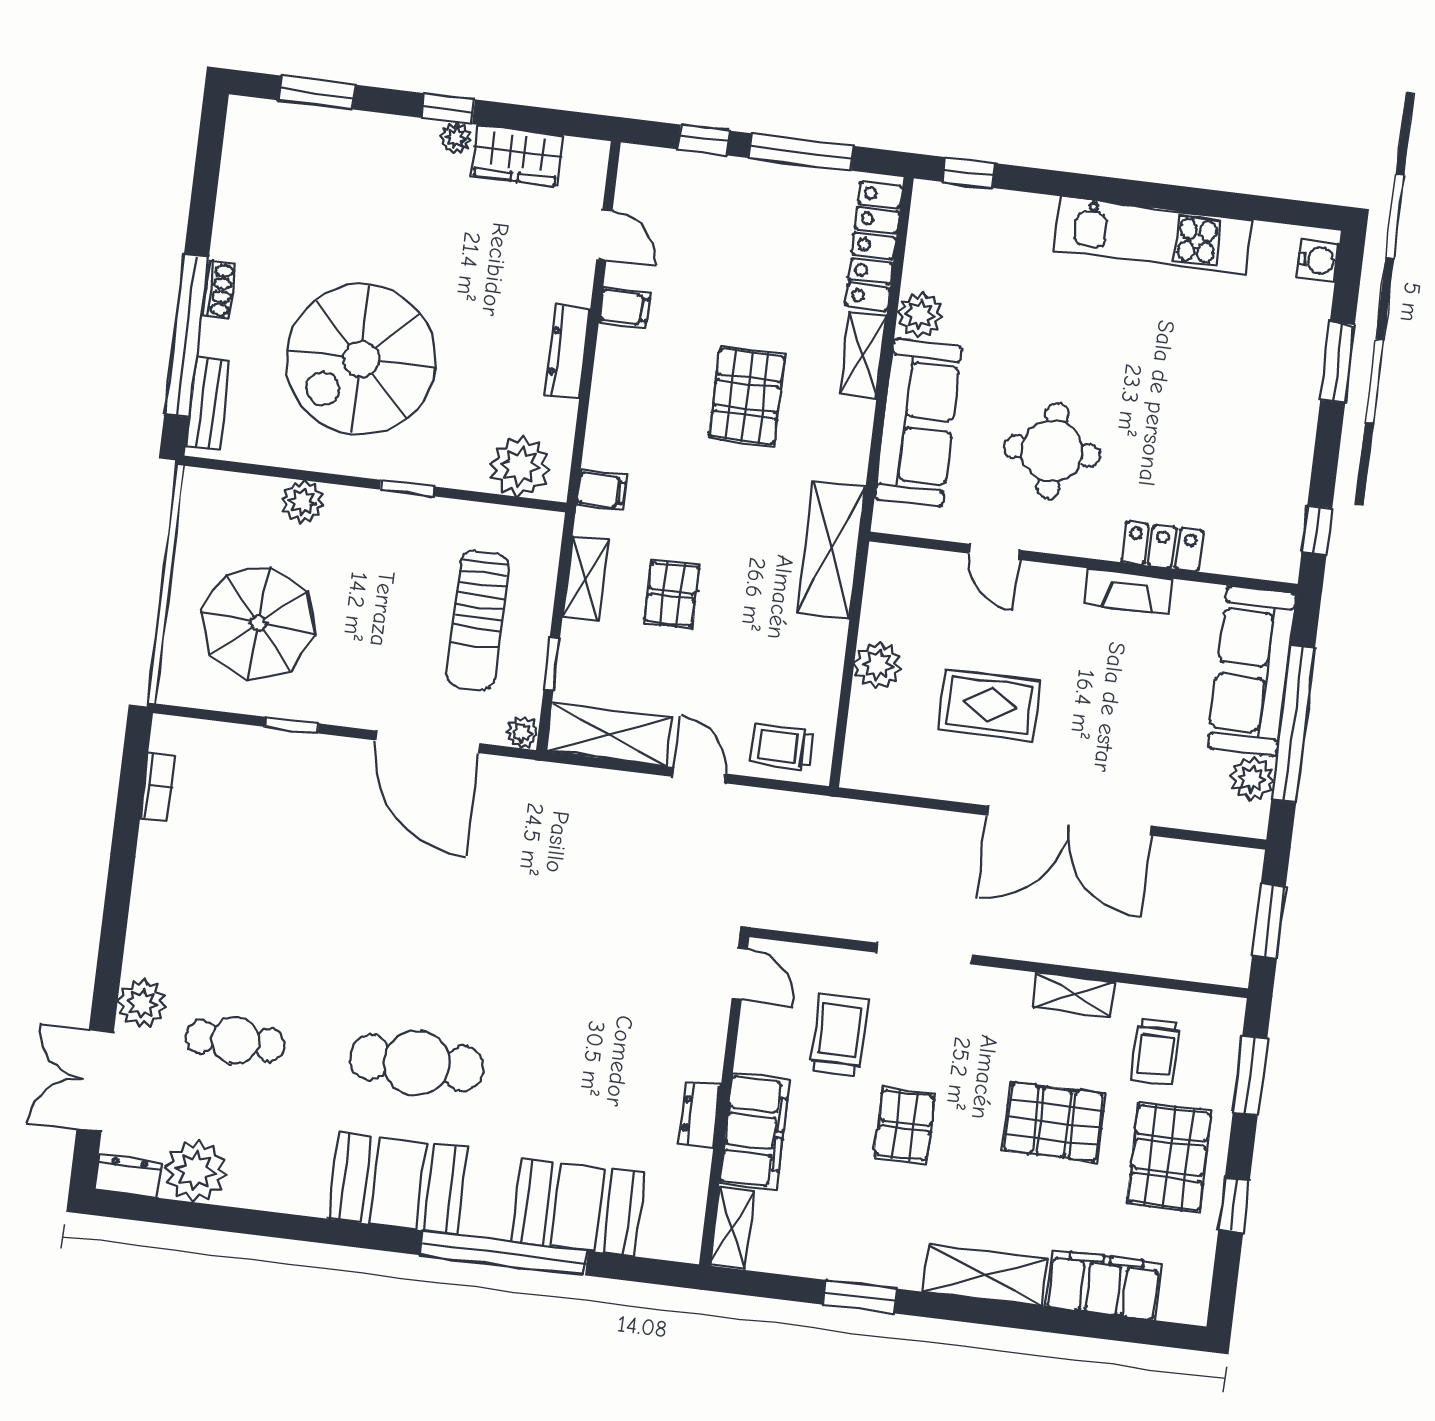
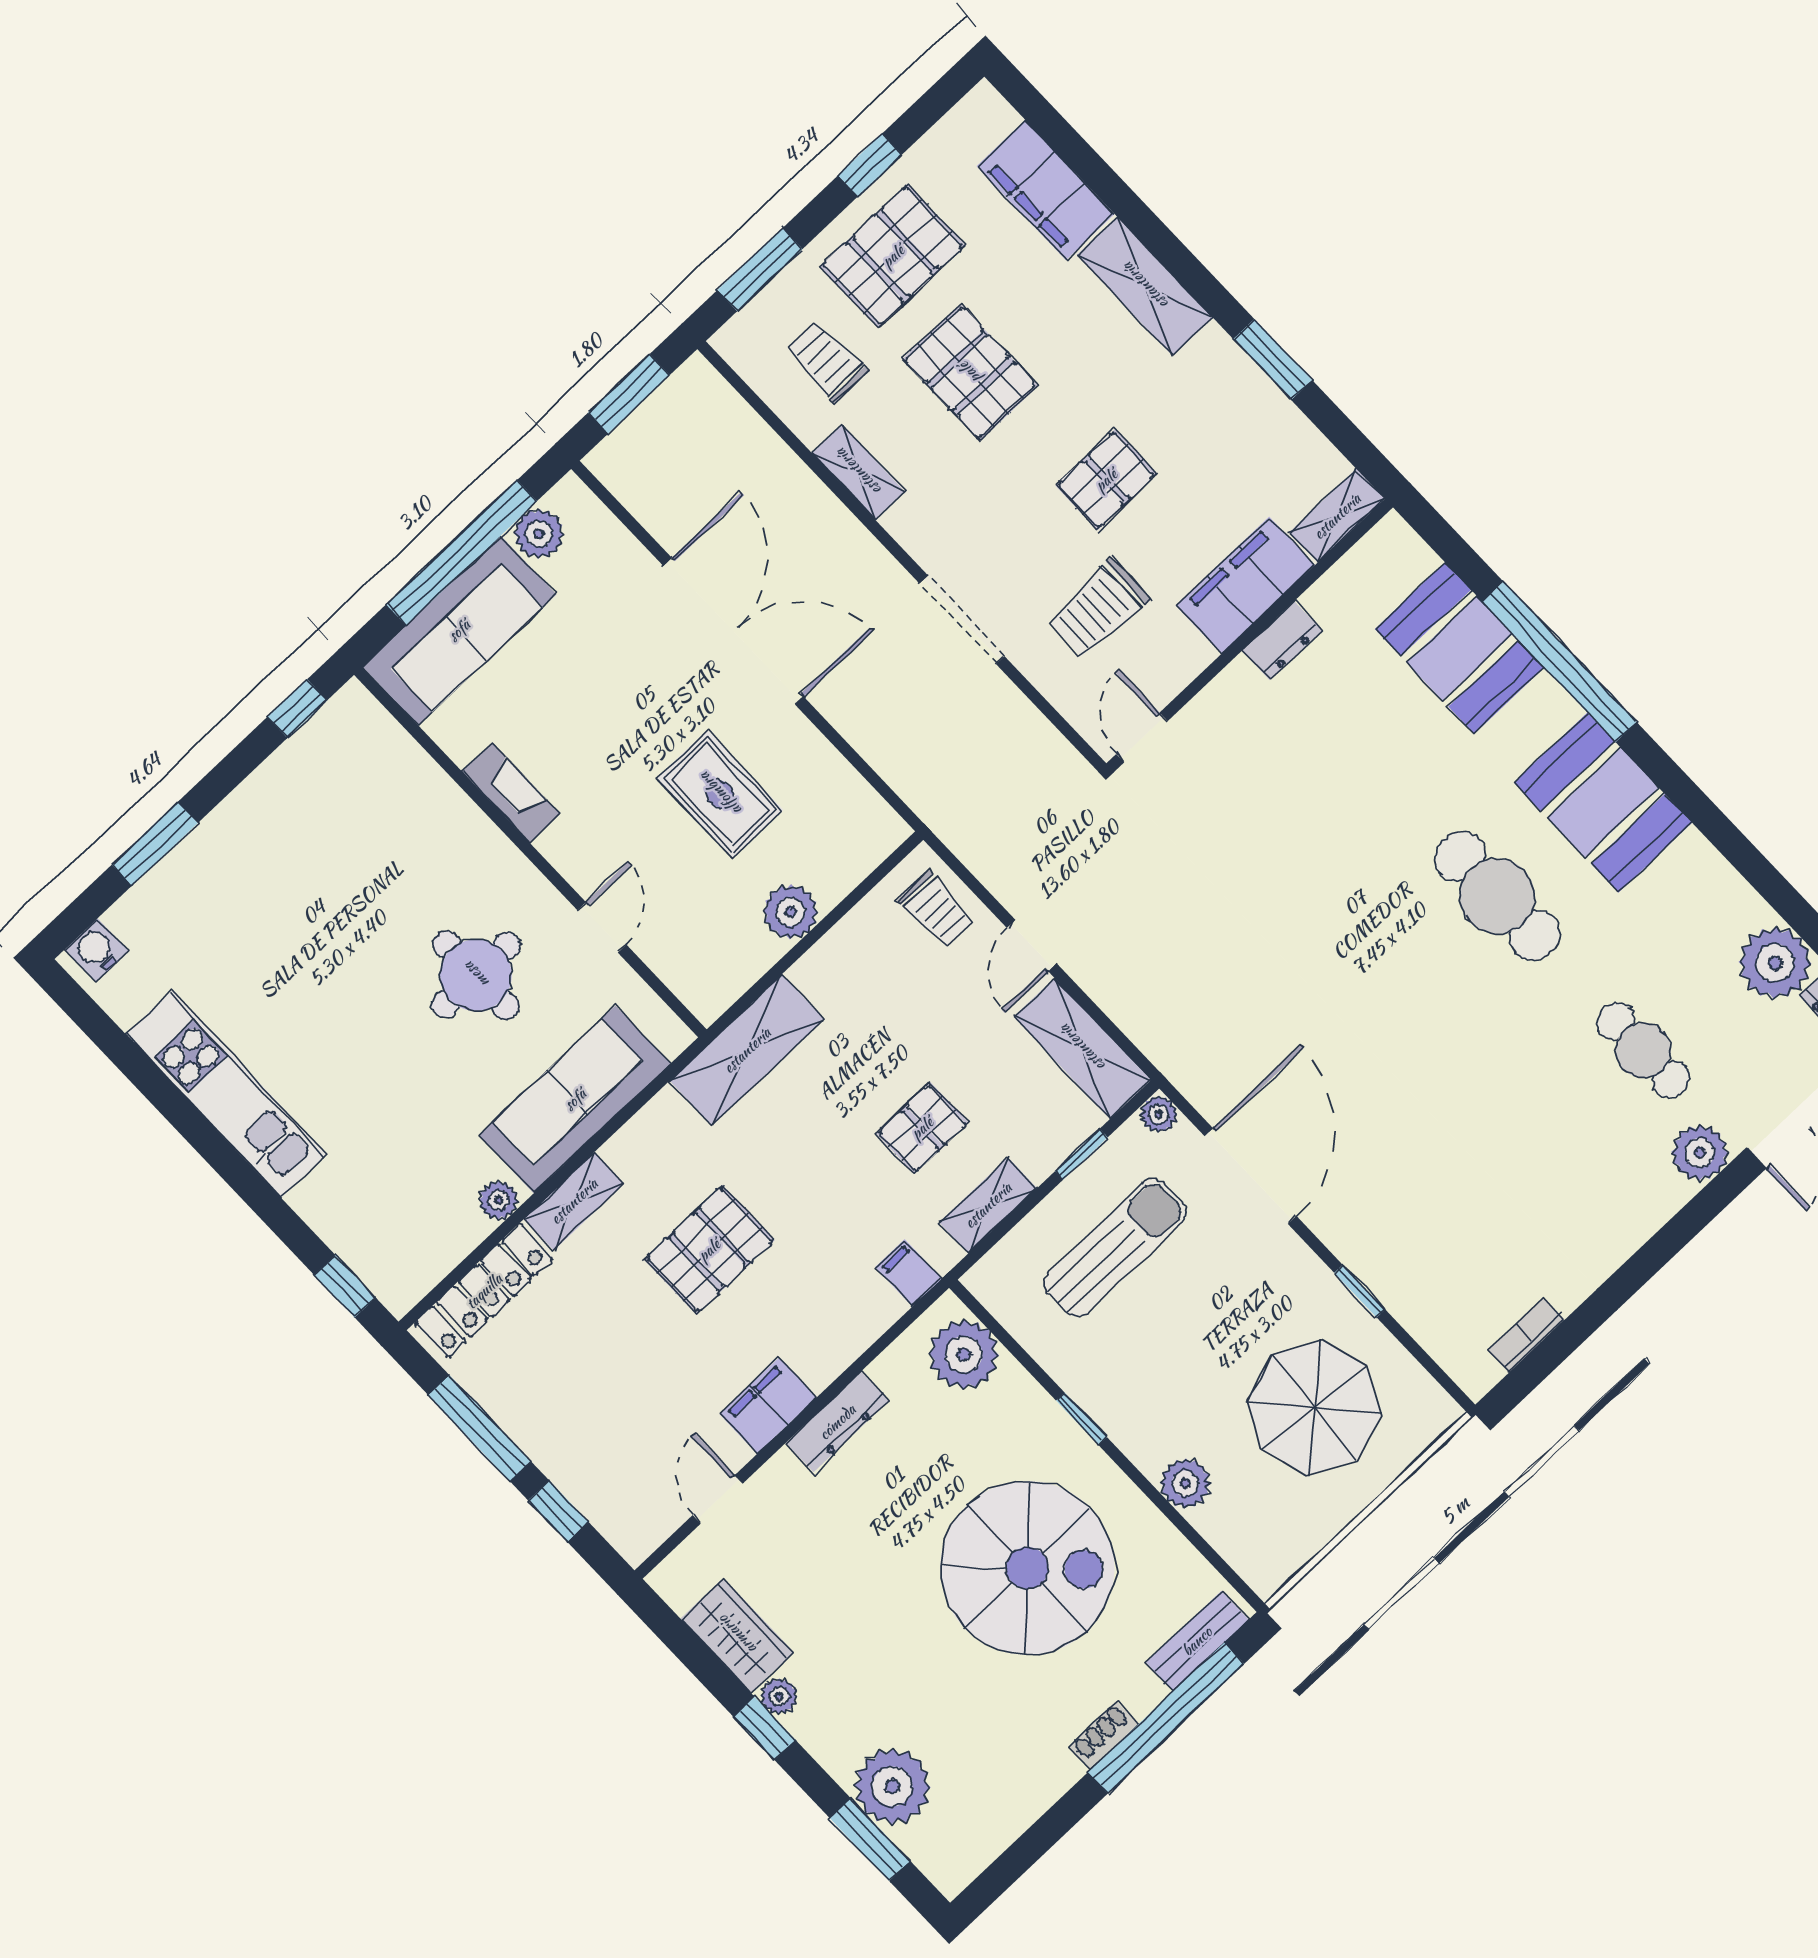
plant: (331, 140) -> (892, 1786), added
filing cabinet: (624, 308) -> (768, 1406), width x2.00
plant: (920, 315) -> (499, 1200), width x0.73, depth x0.73
locker: (1162, 546) -> (448, 808), removed
trolley: (1156, 1051) -> (826, 361), turned -90

